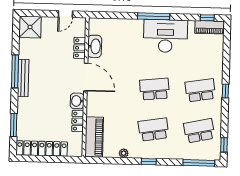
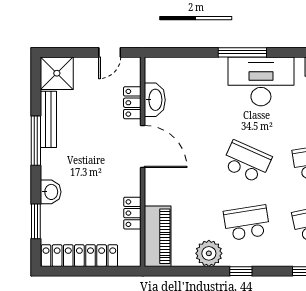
bench: (23, 78) -> (48, 119), moved
school desk: (155, 89) -> (247, 162), turned 30
washbasin: (77, 101) -> (51, 192), moved, turned 180
plant: (124, 153) -> (209, 253), width x1.88, depth x1.88

